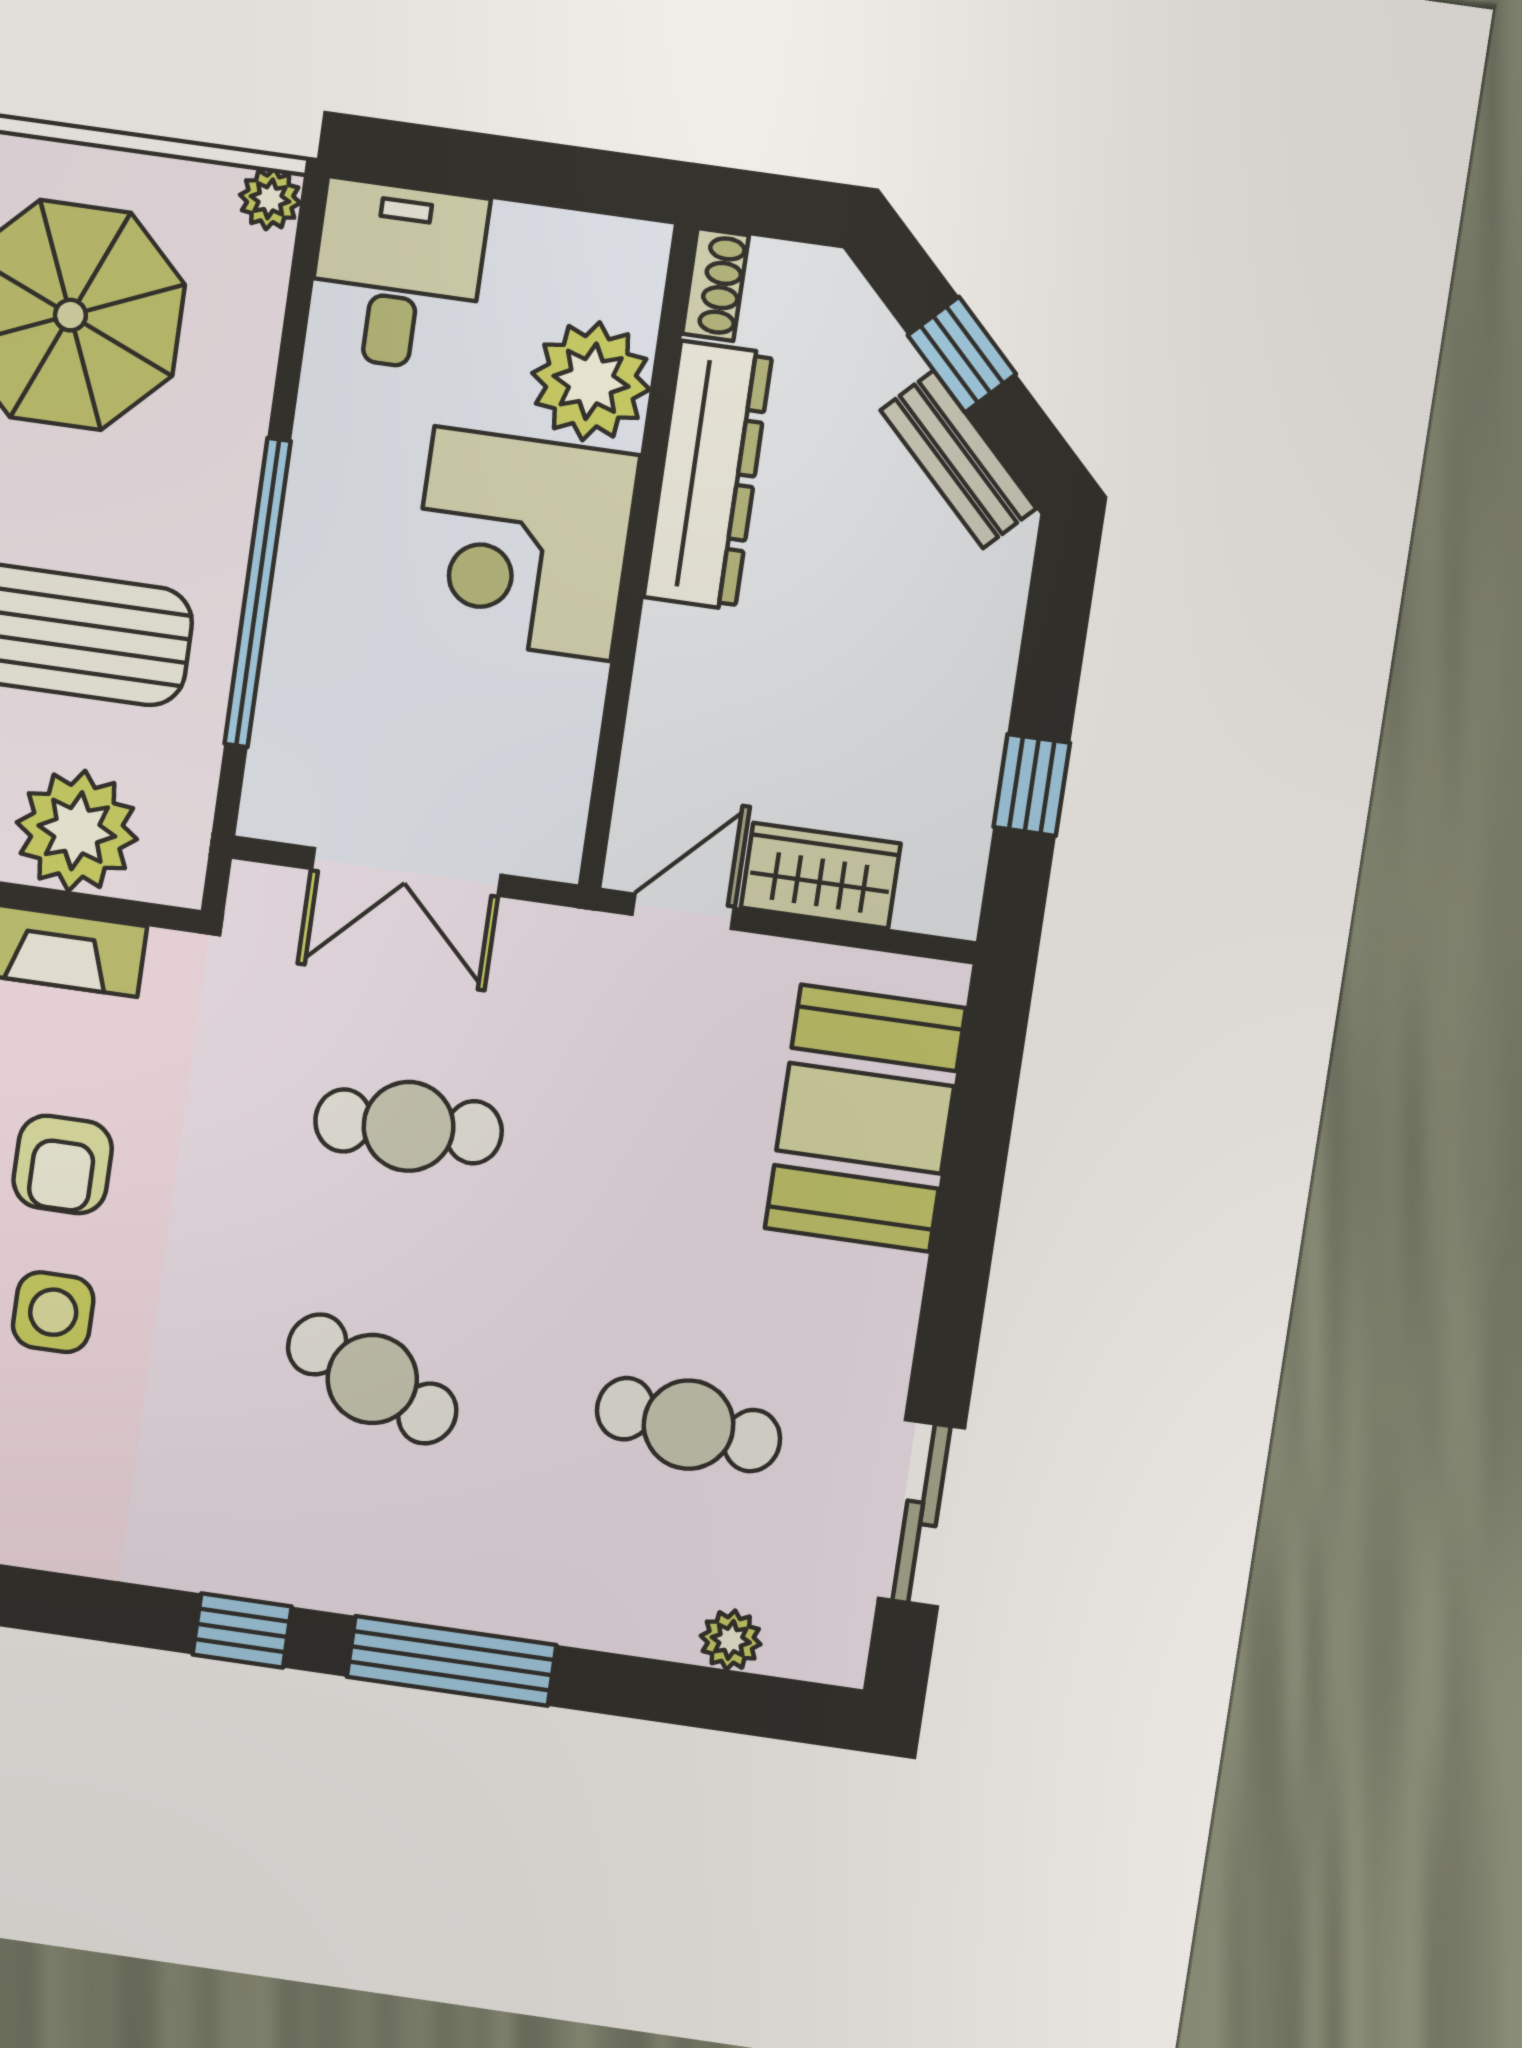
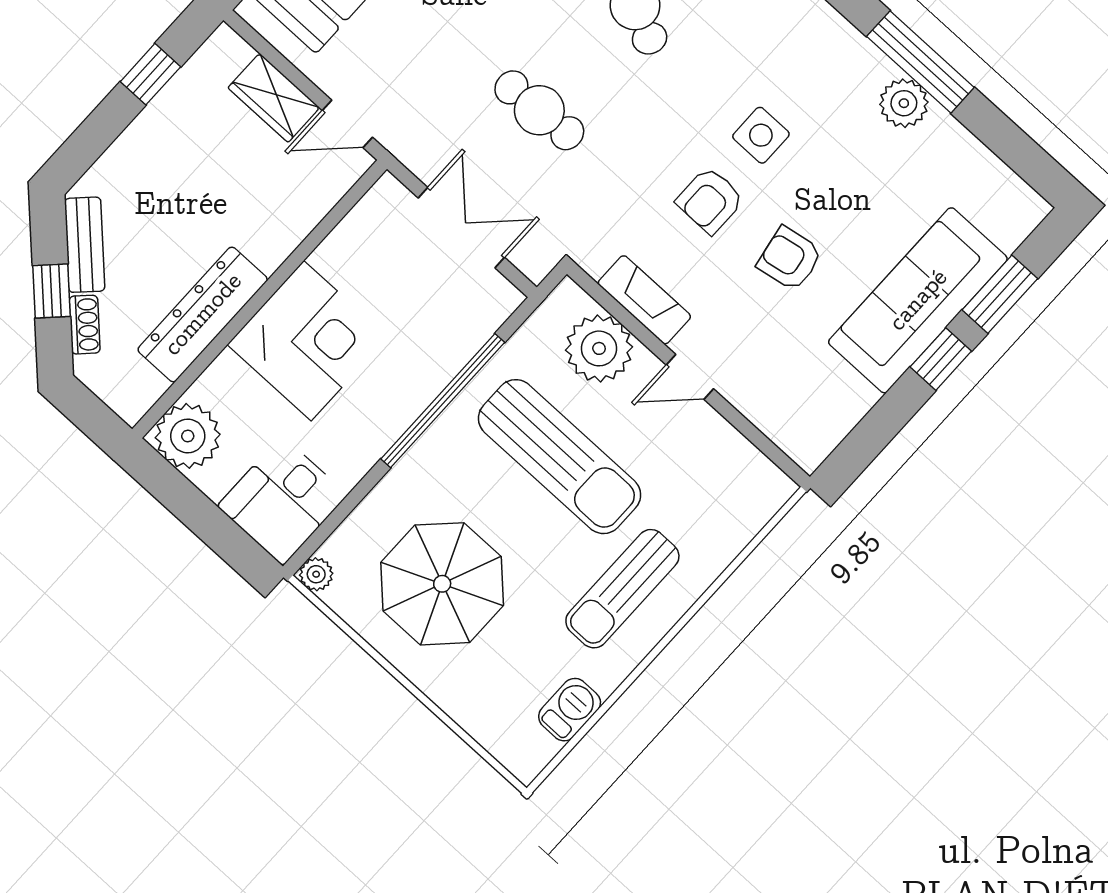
shoe rack: (715, 285) -> (85, 325), moved, turned 135
plant: (591, 381) -> (188, 436), moved
armchair: (63, 1164) -> (710, 200), turned 180

